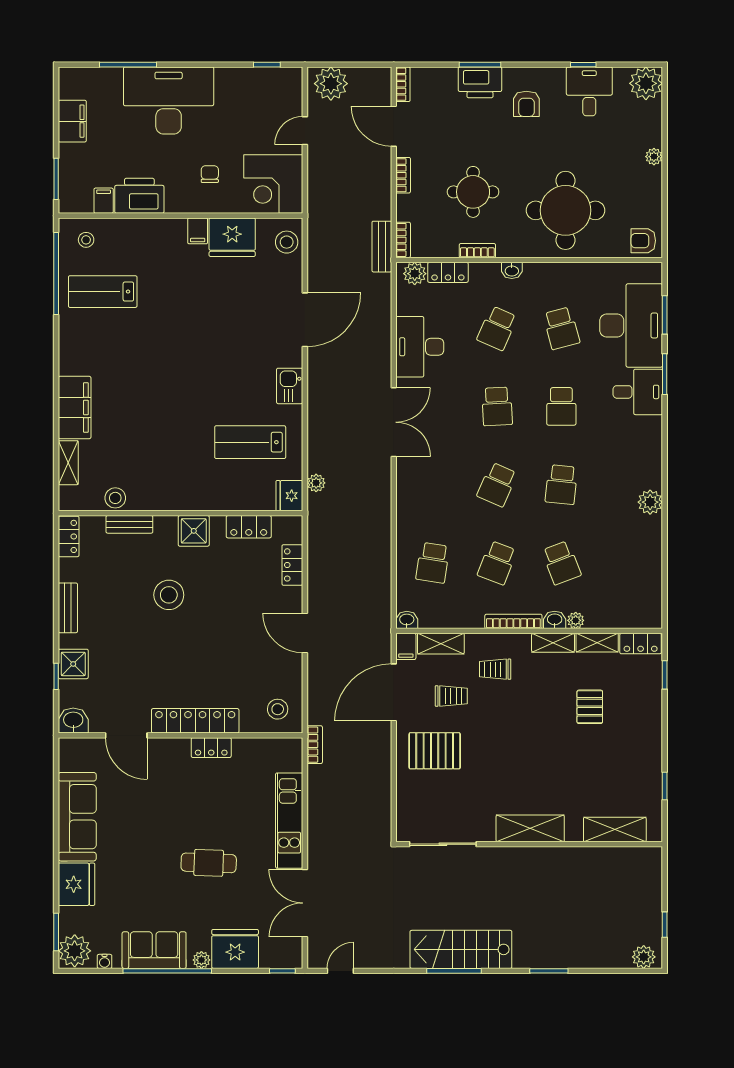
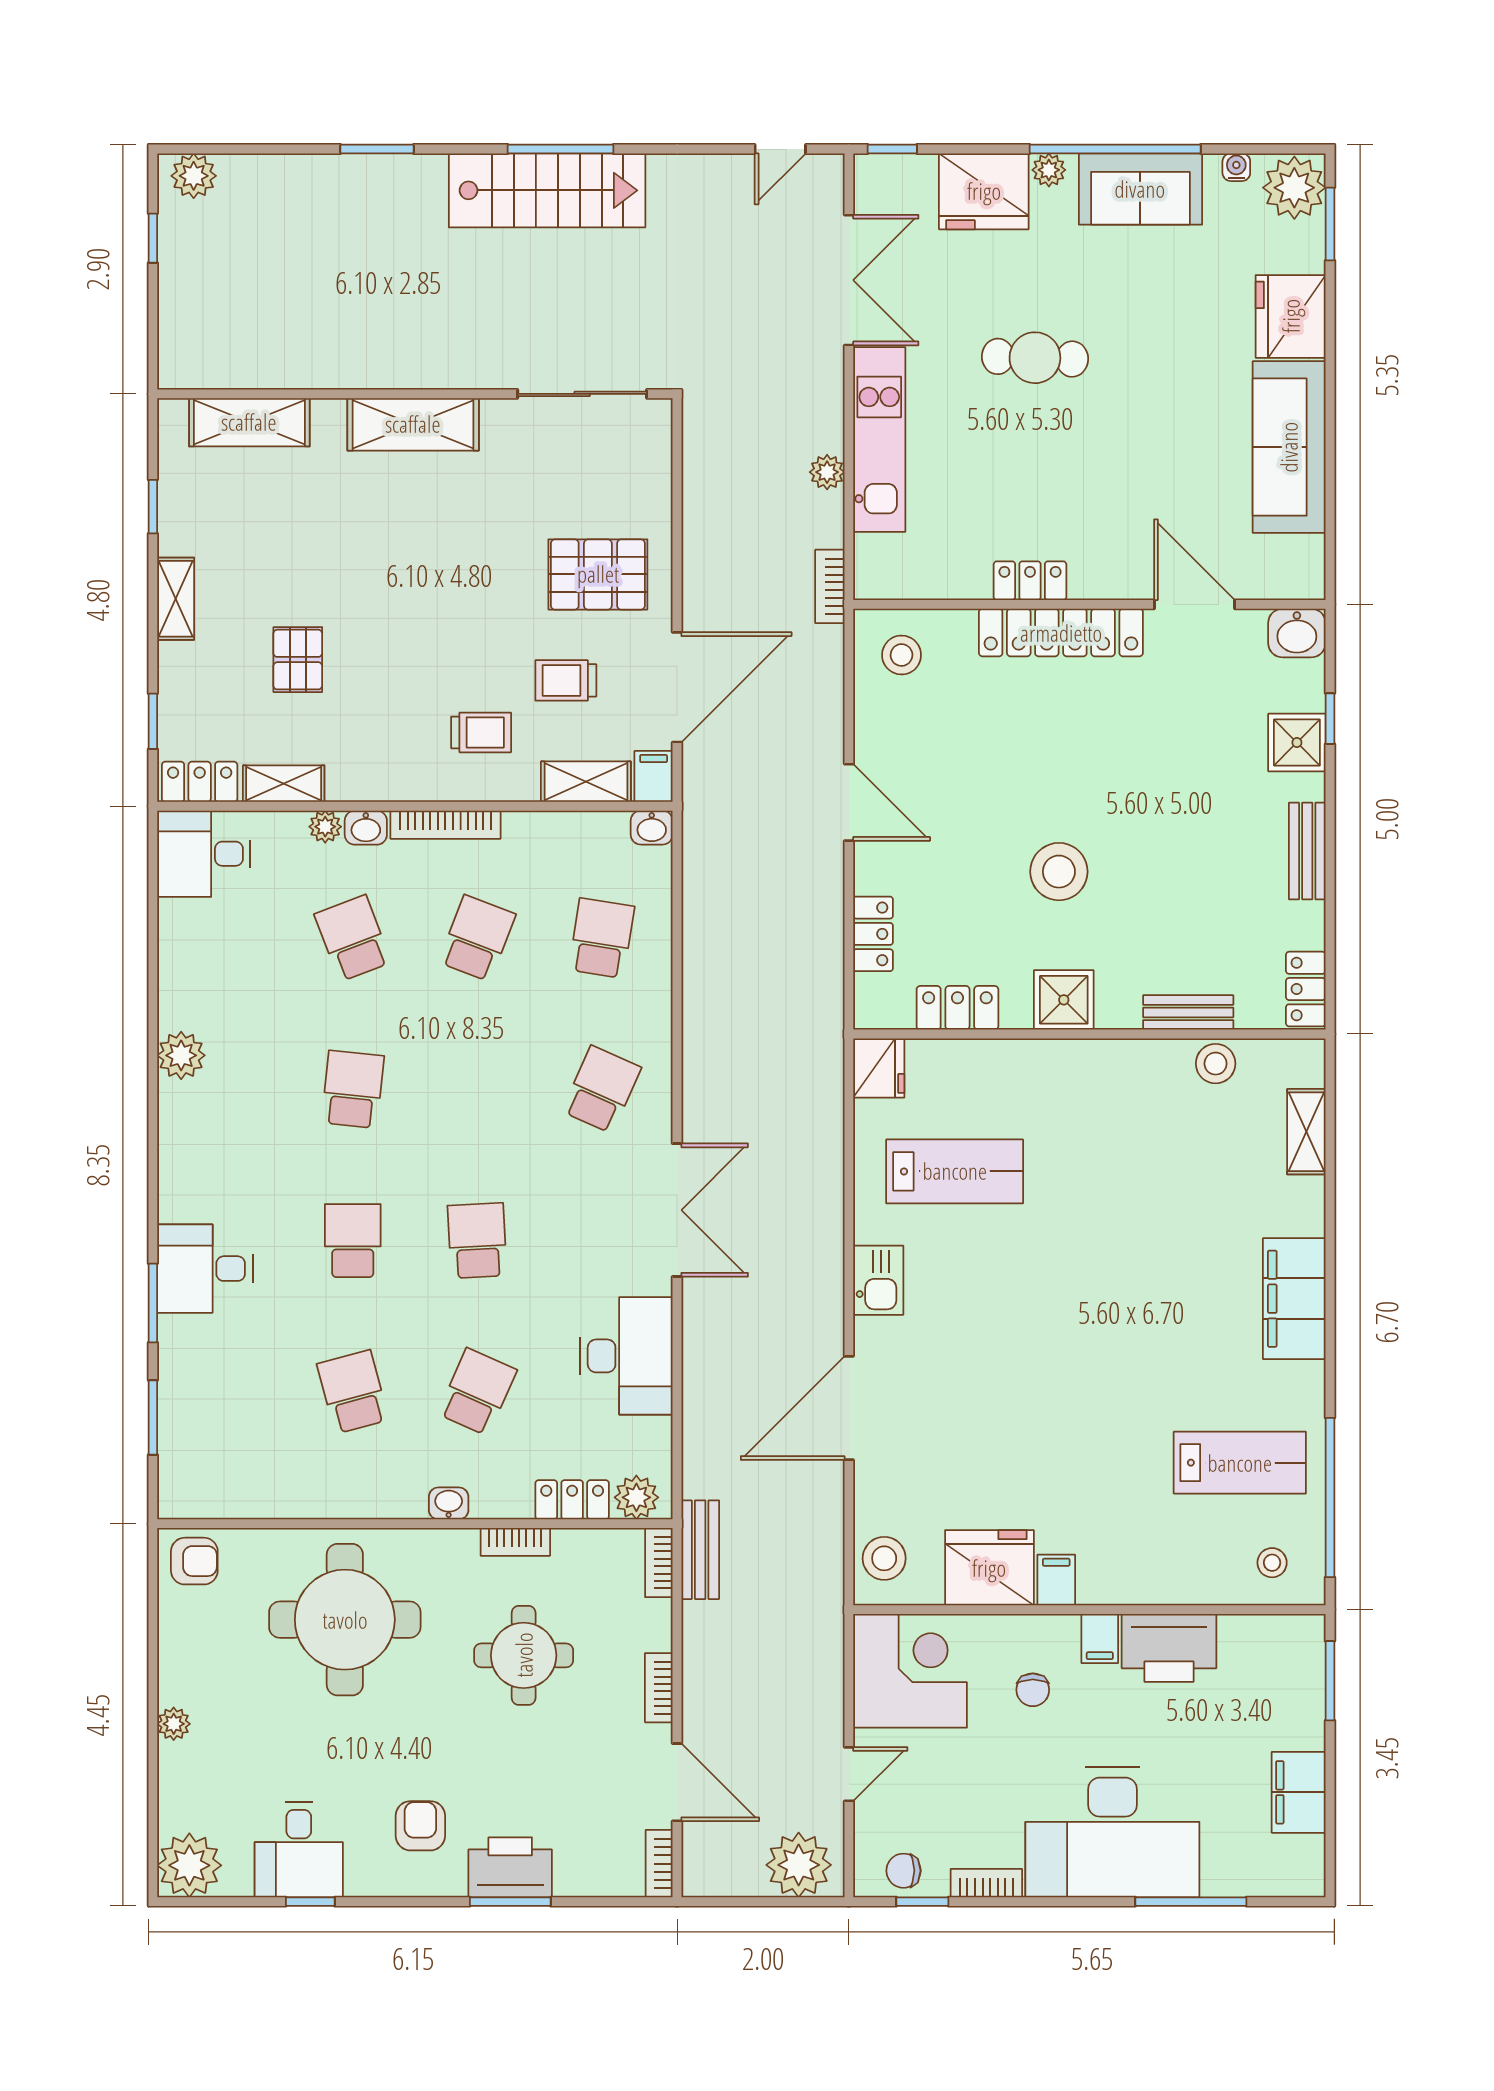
bookcase: (234, 74) -> (986, 1883), added
chair: (277, 81) -> (903, 1871), added
filing cabinet: (104, 201) -> (1100, 1638), moved
desk: (631, 325) -> (204, 854), moved, width x0.53, depth x0.77
filing cabinet: (75, 407) -> (1294, 1299), moved
double door: (394, 422) -> (677, 1210), swing flipped
plant: (316, 483) -> (827, 472), moved
school desk: (497, 485) -> (601, 1089), moved
stool: (169, 595) -> (1059, 872), moved
shelving: (553, 643) -> (176, 599), moved, turned 90

